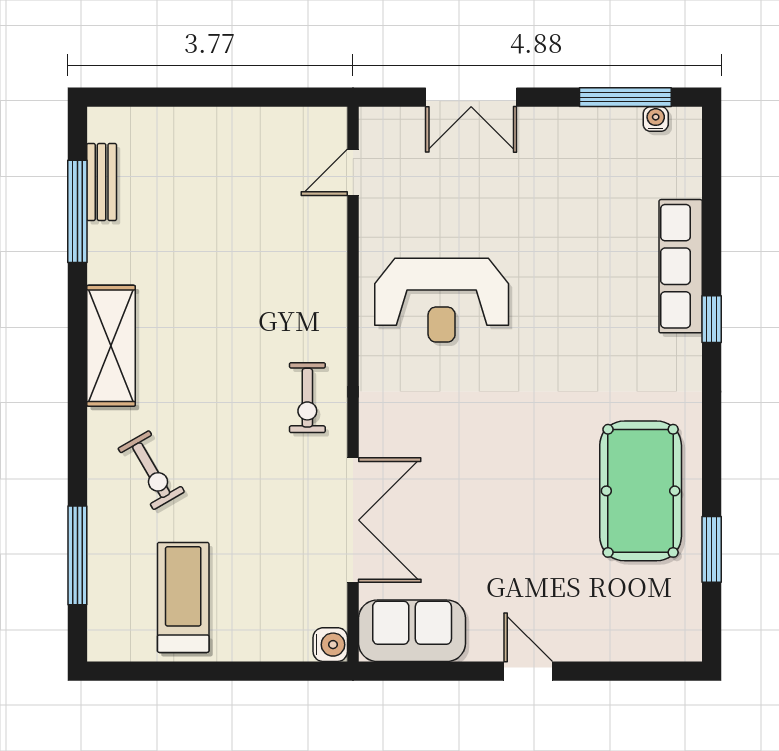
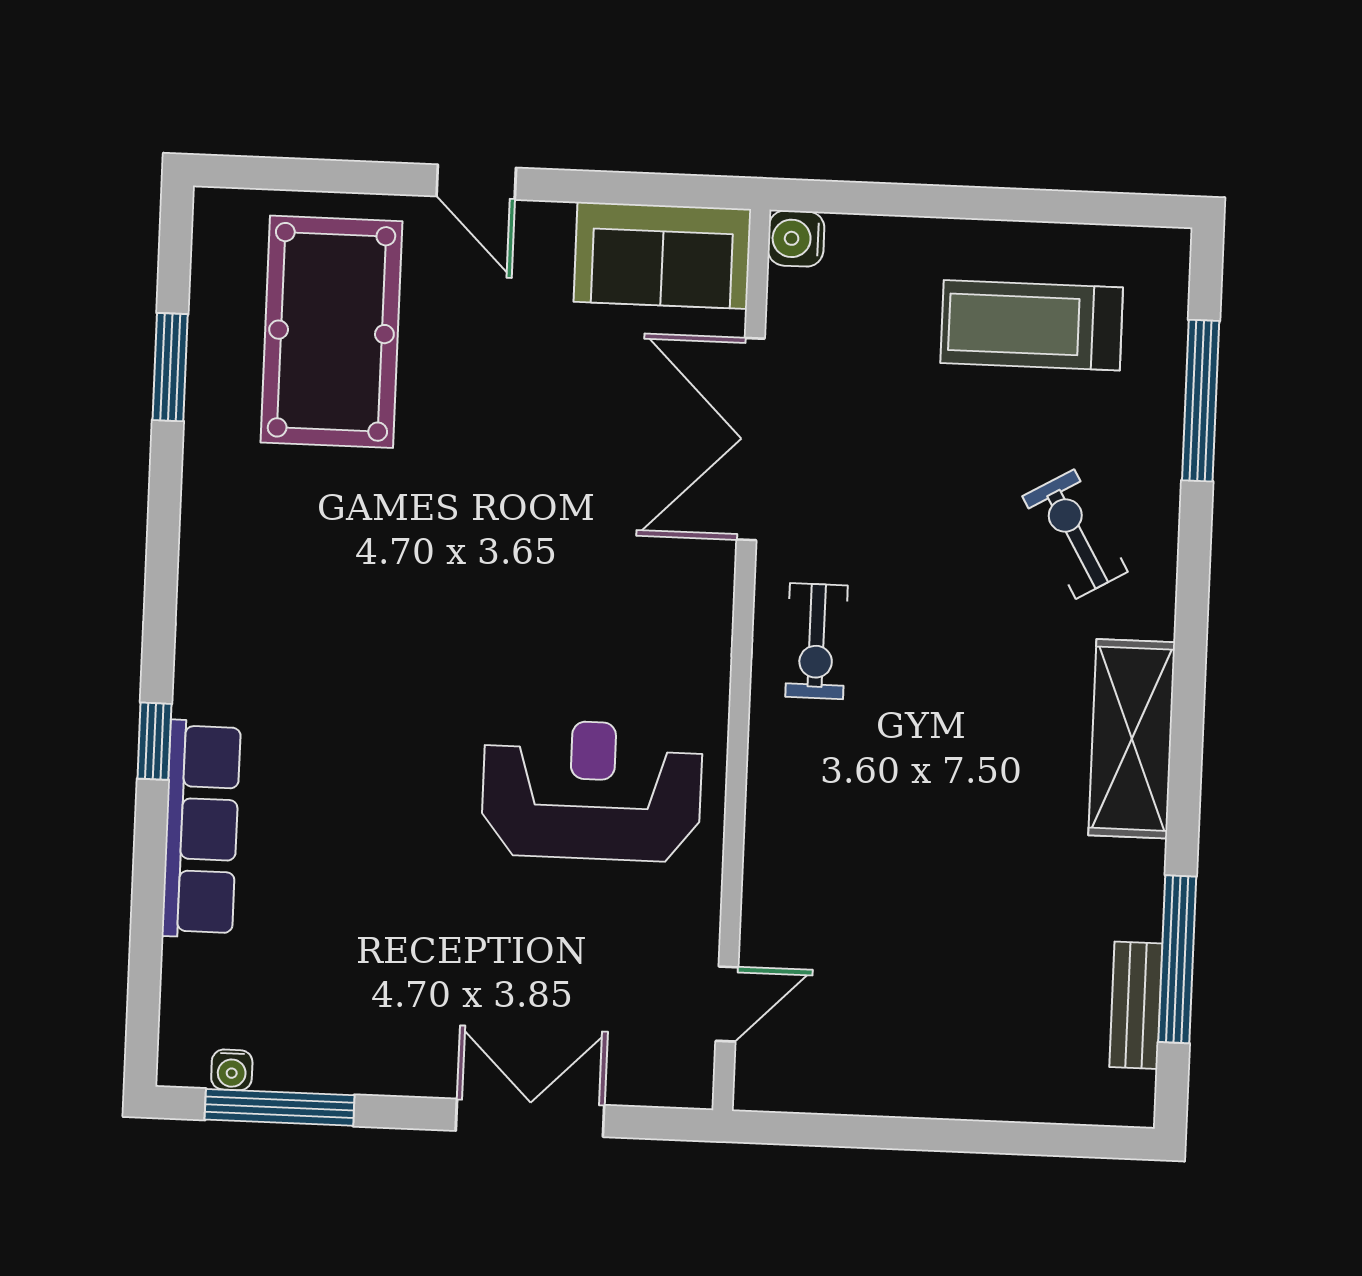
exercise bike: (307, 398) -> (816, 641), turned 180
pool table: (641, 491) -> (331, 332), moved
treadmill: (183, 597) -> (1032, 325), turned 90

